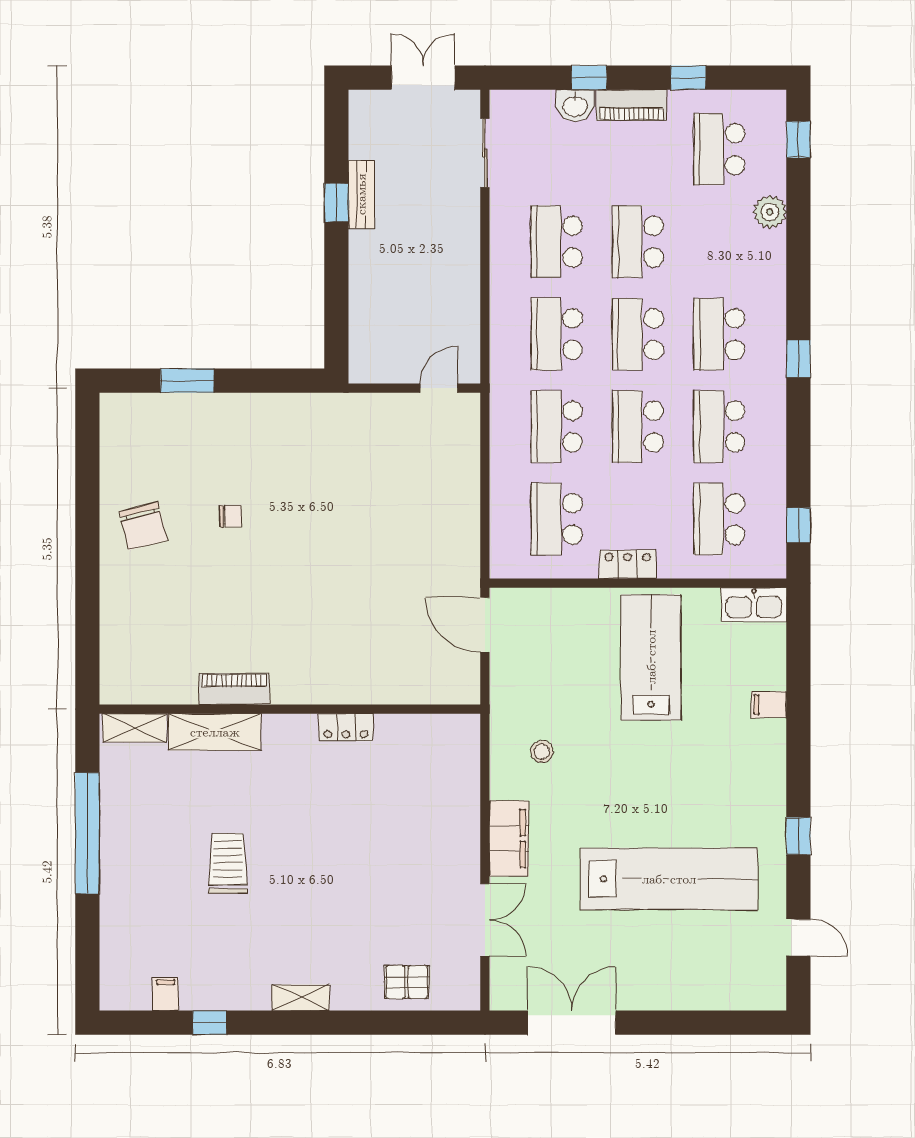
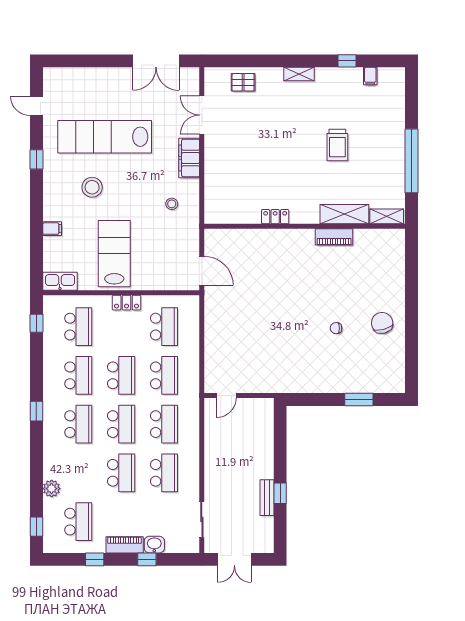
lab bench: (651, 657) -> (114, 254), turned 180
stool: (693, 783) -> (92, 187), added

